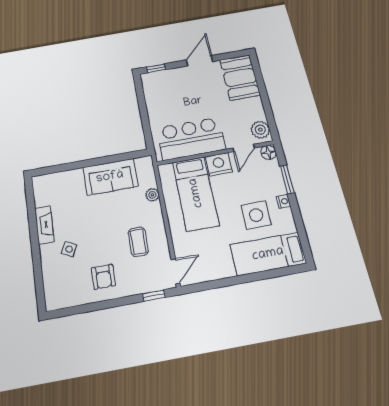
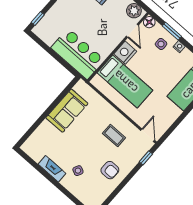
bar counter: (191, 139) -> (78, 54), moved, turned 90
plant: (152, 195) -> (100, 102), removed
side table: (256, 215) -> (161, 44), moved, width x0.54, depth x0.54

